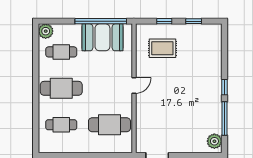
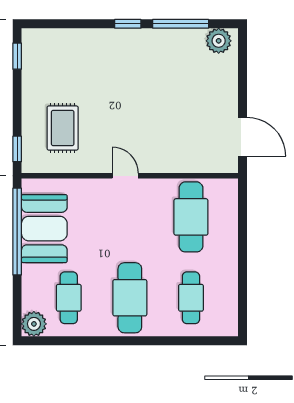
window: (164, 21) -> (17, 149), moved
window: (194, 21) -> (17, 56), moved

